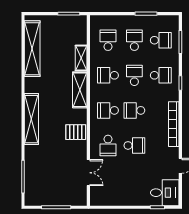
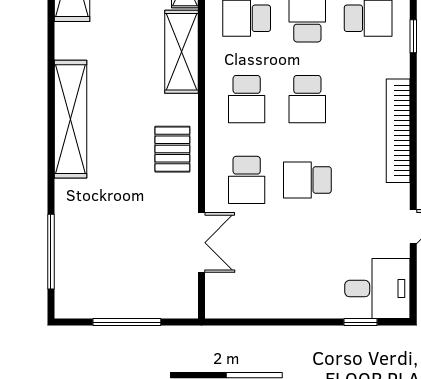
school desk: (108, 110) -> (247, 99), turned -90
school desk: (134, 110) -> (307, 99), turned -90
pallet: (76, 132) -> (172, 149), turned 90
school desk: (134, 145) -> (307, 180), turned 180

